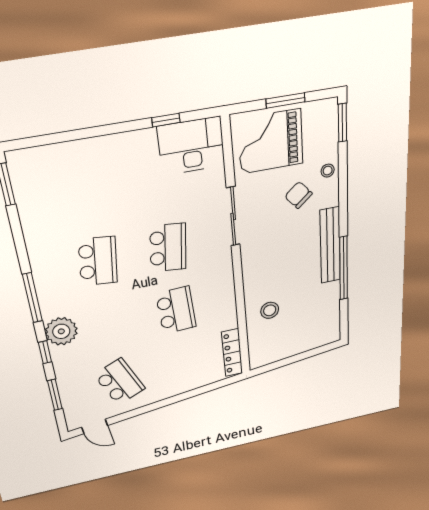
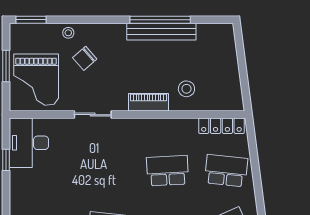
sliding door: (233, 216) -> (93, 115), width x0.73
bench: (330, 246) -> (161, 32), moved
school desk: (168, 248) -> (226, 171), moved
piano: (252, 275) -> (148, 102), added

